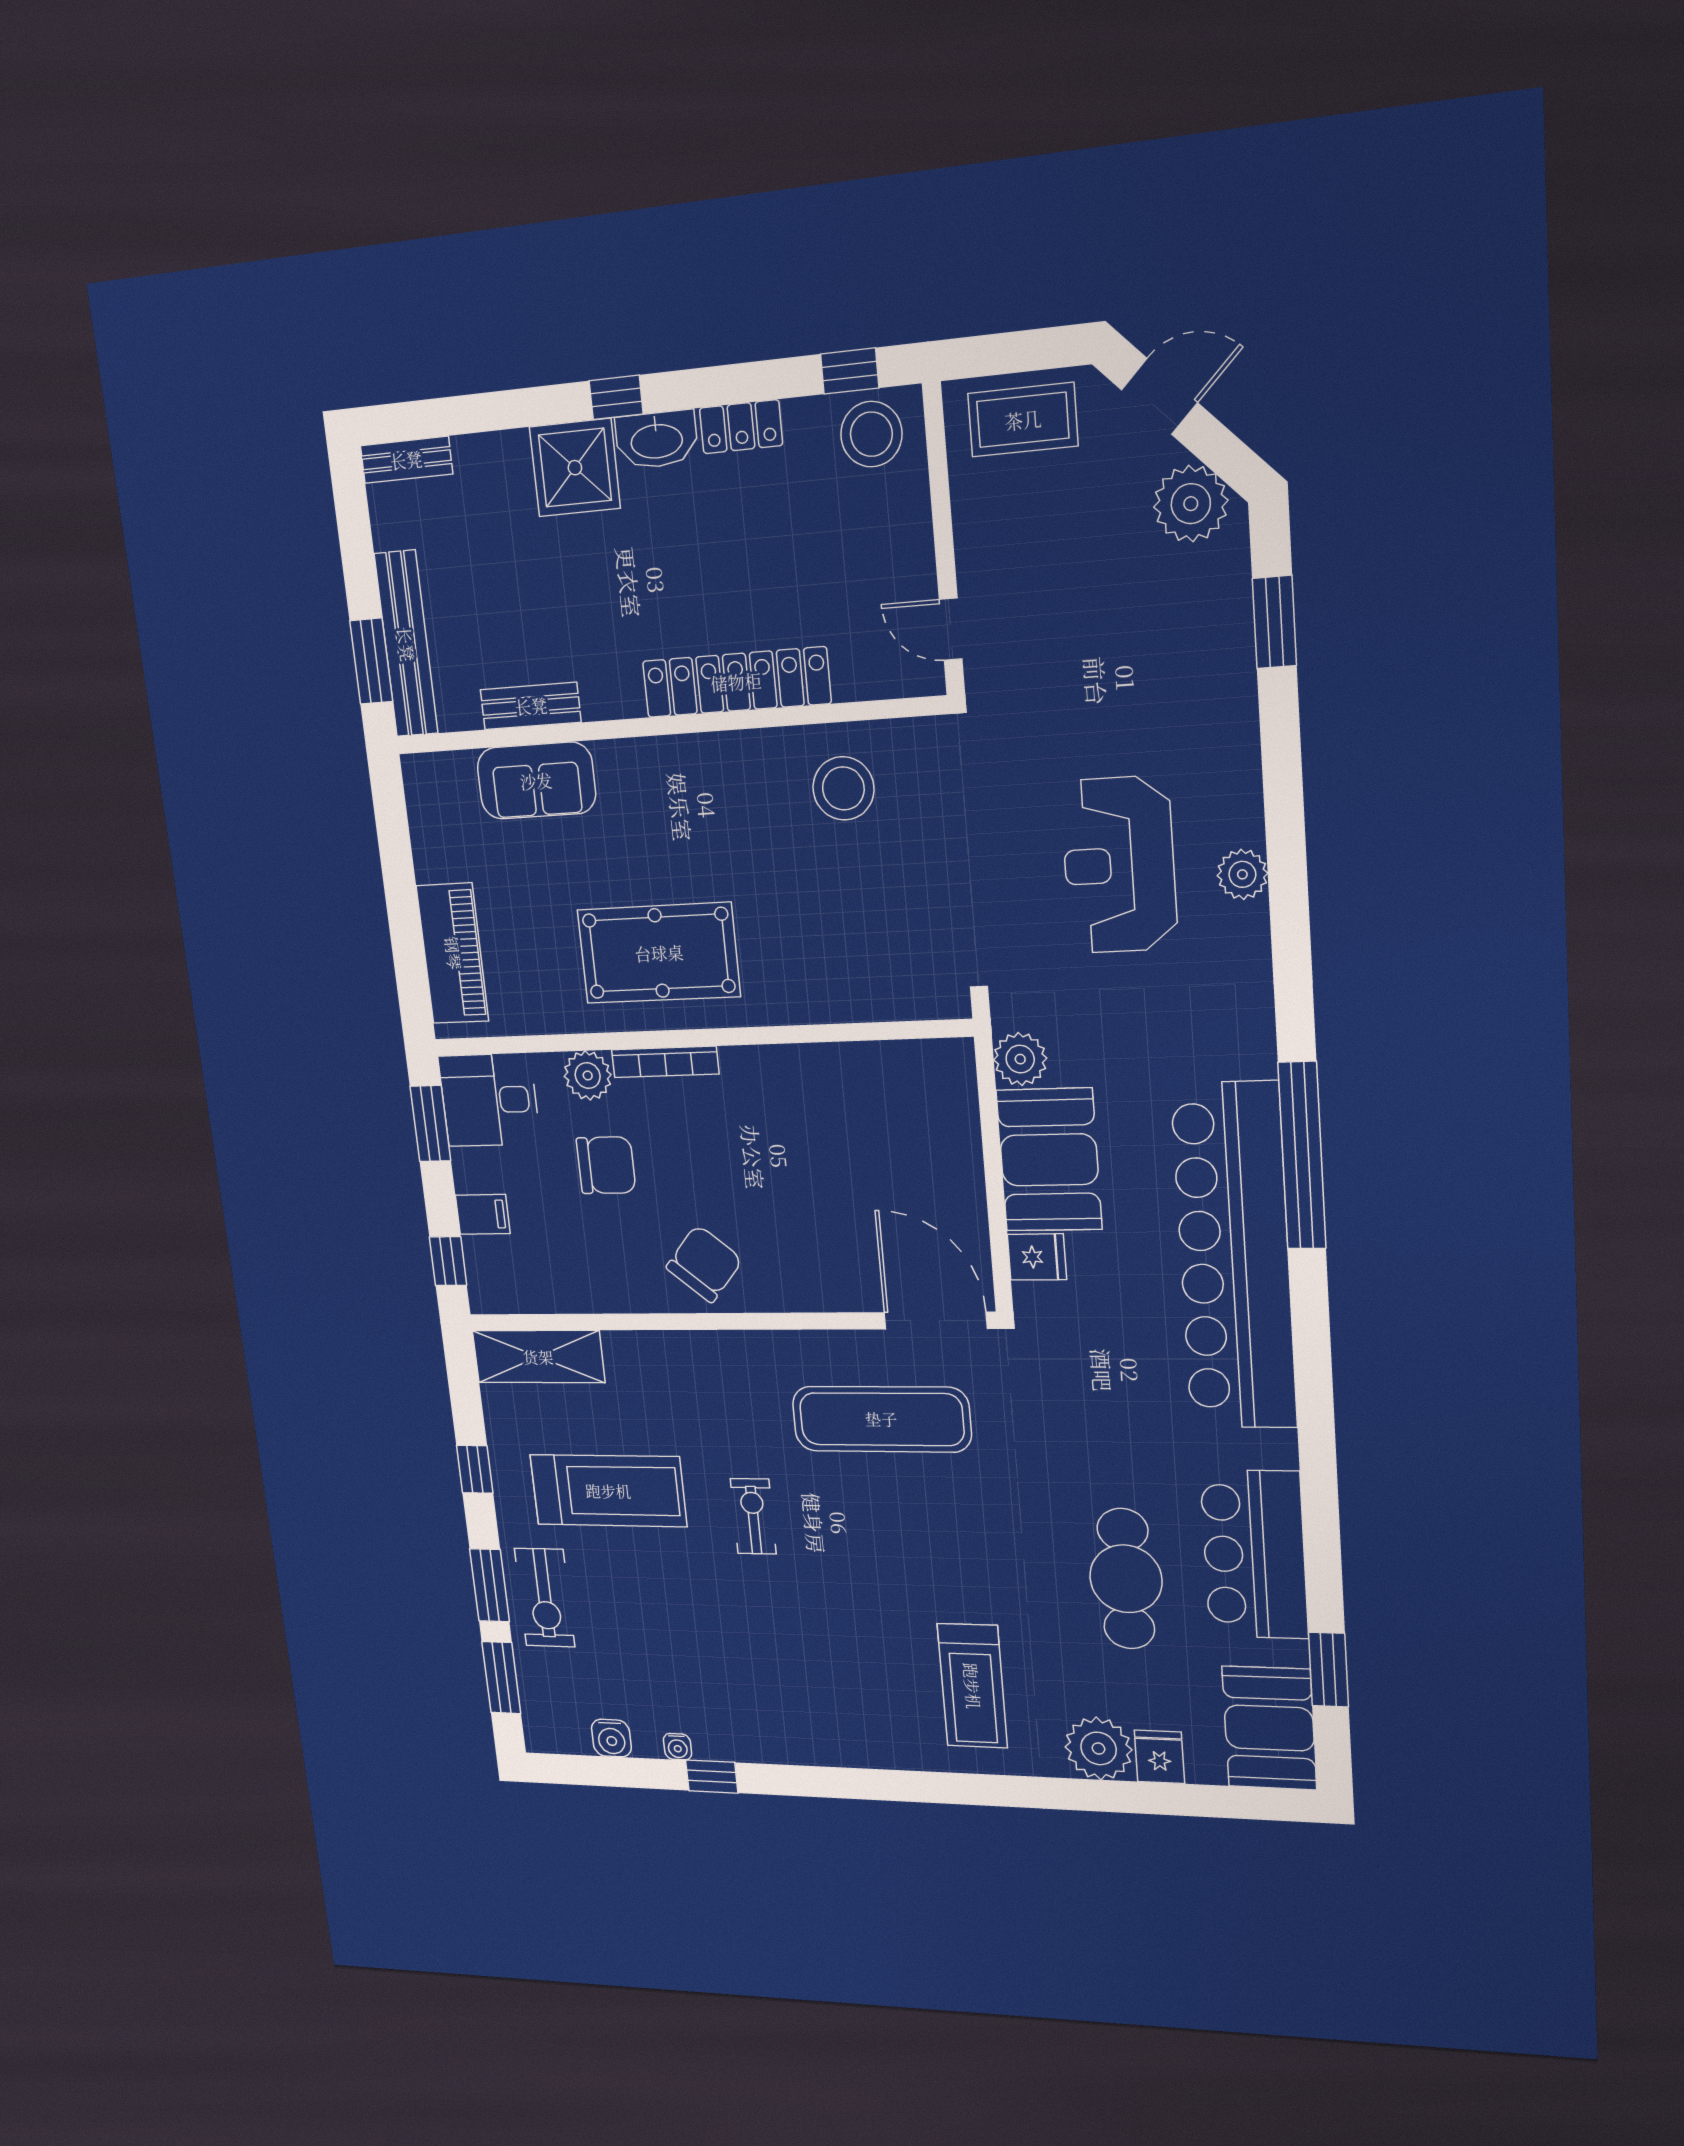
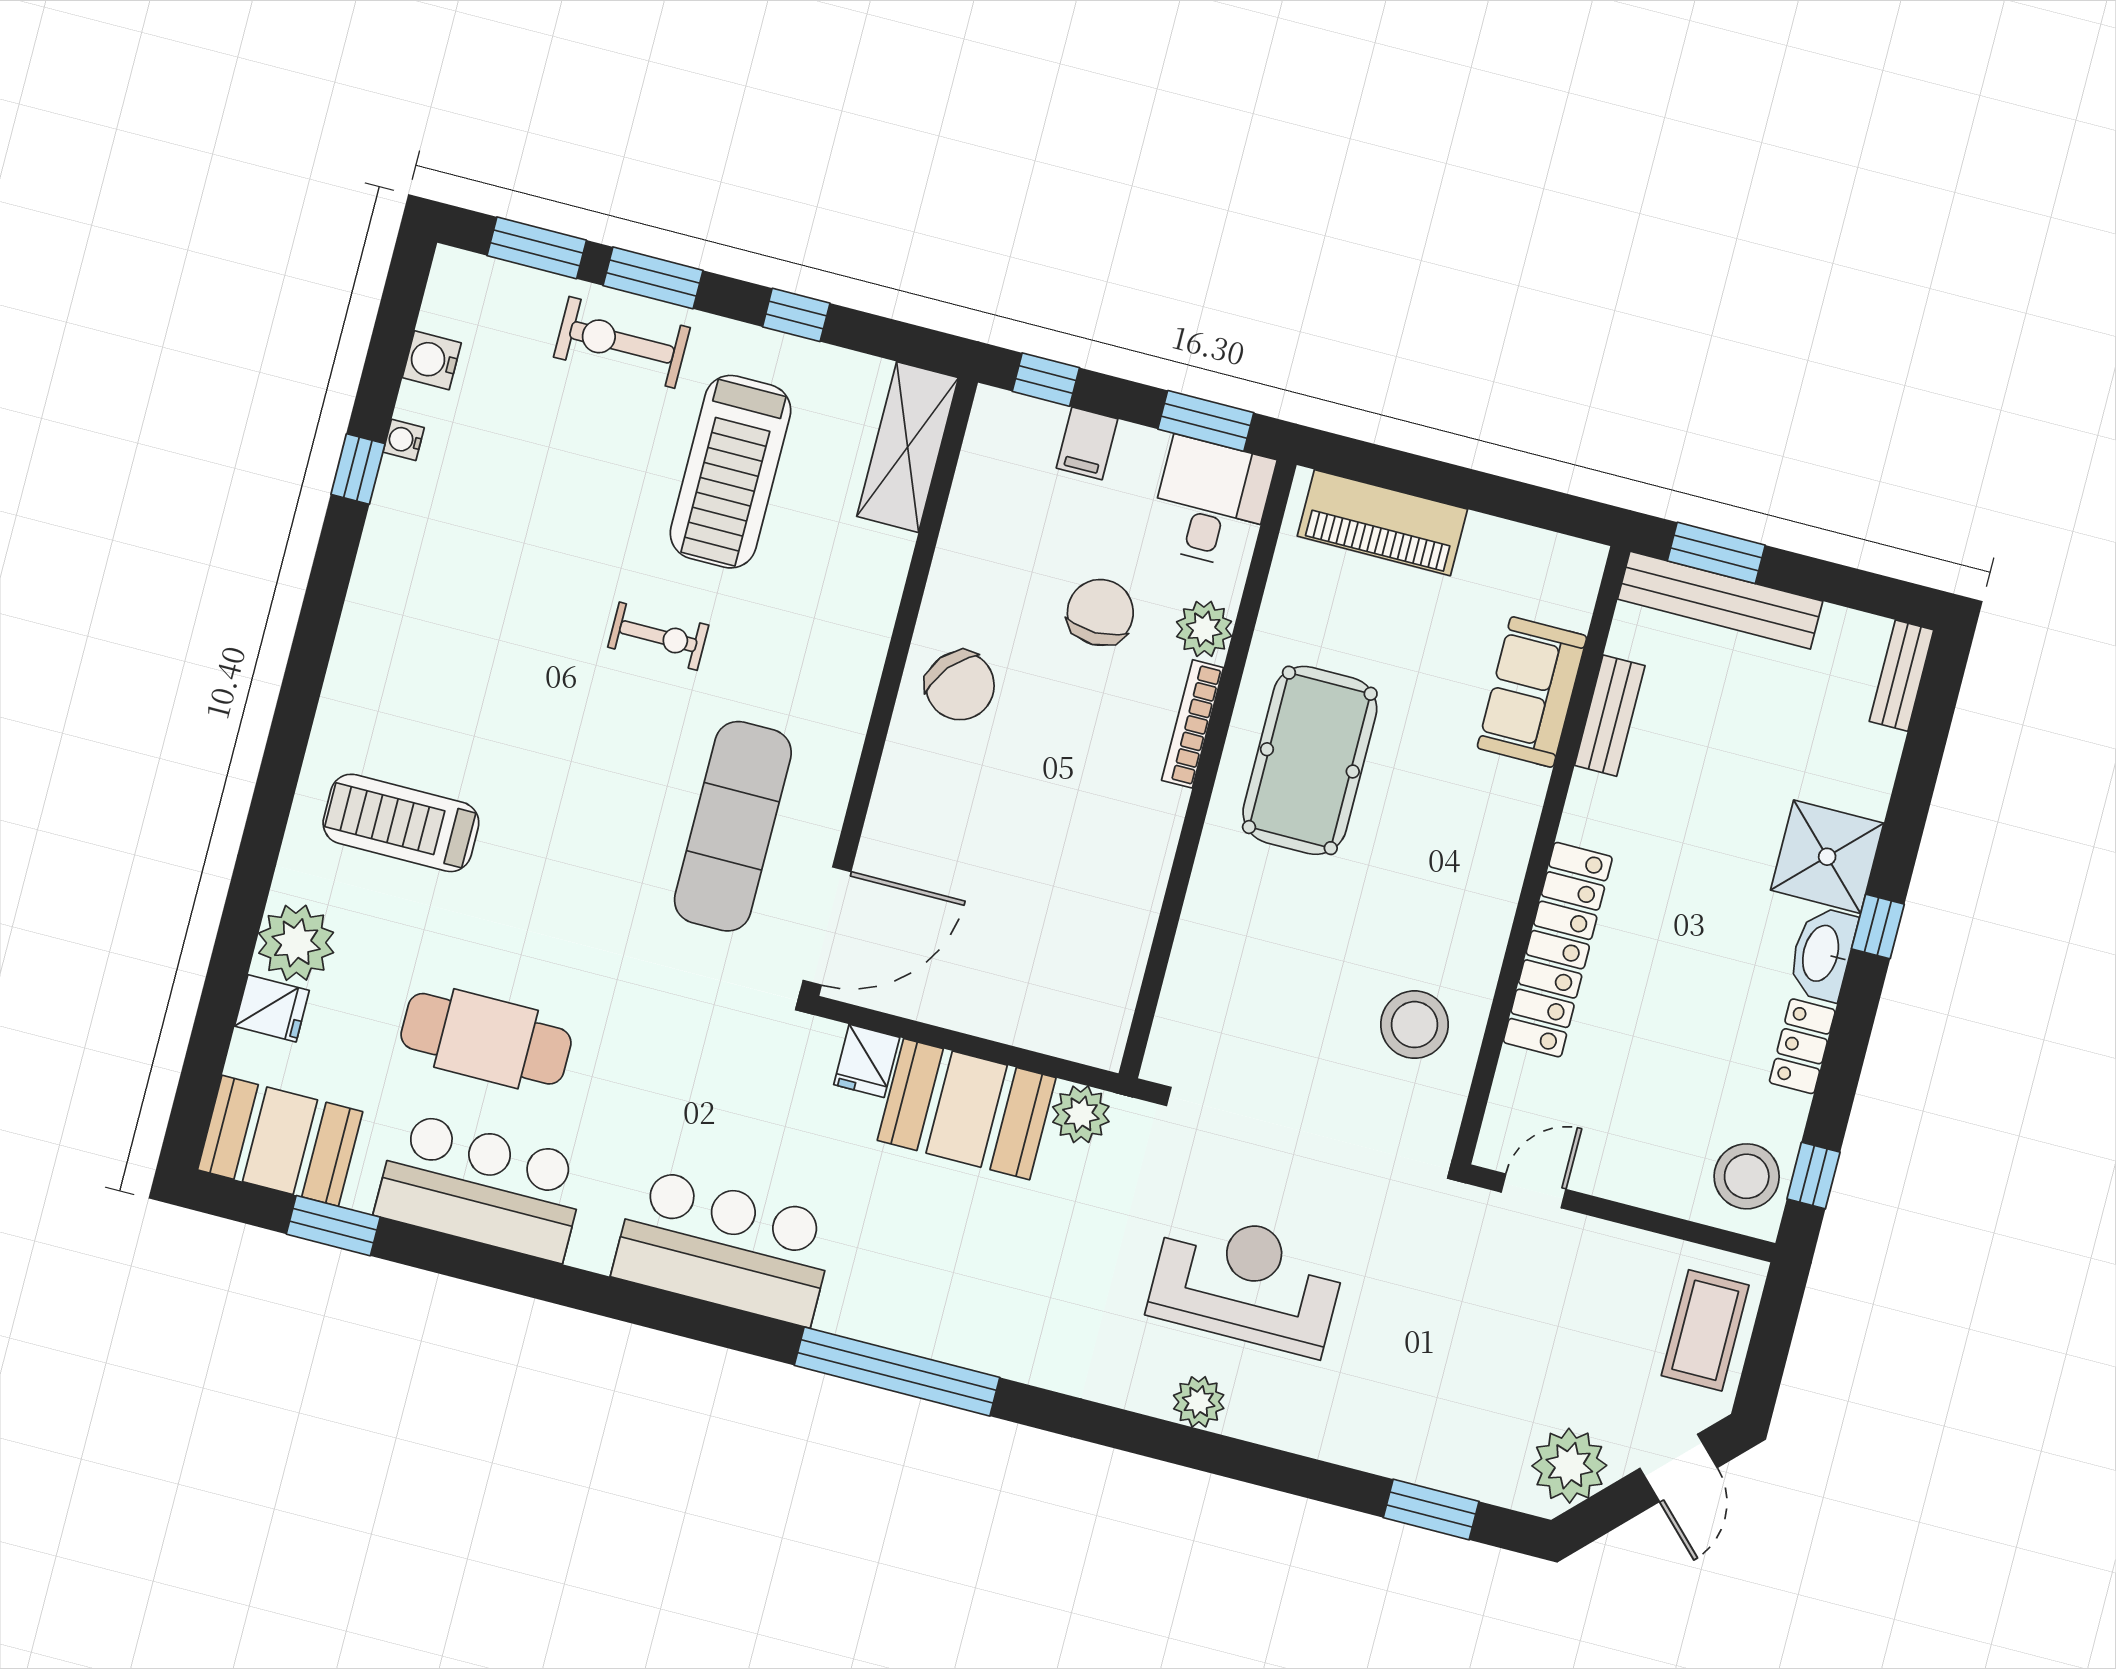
chair: (606, 1165) -> (1100, 612), turned 180
bar counter: (1234, 1257) -> (724, 1247), width x0.54

